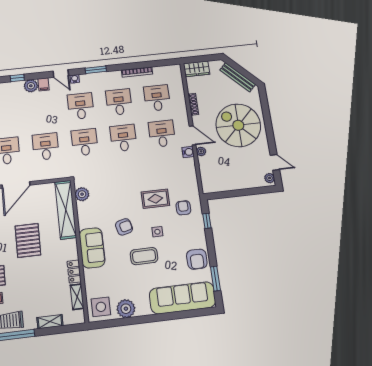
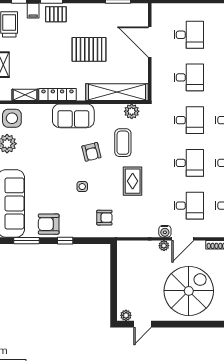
rug: (155, 199) -> (133, 181), moved
window: (207, 221) -> (65, 241), moved
coffee table: (144, 256) -> (123, 143), moved
locker: (74, 271) -> (57, 94), width x1.53

